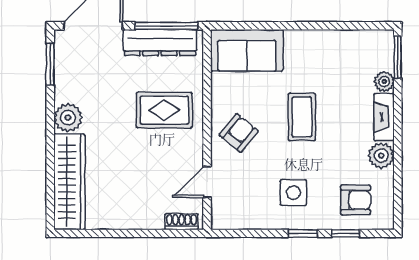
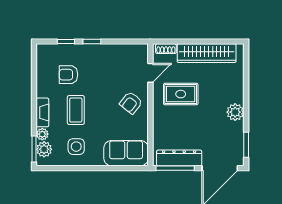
rug: (164, 110) -> (181, 94), moved
coffee table: (302, 117) -> (76, 110), moved
plant: (381, 156) -> (44, 149), moved
wardrobe: (69, 182) -> (207, 53), moved, turned -90
side table: (293, 193) -> (76, 147), moved
armchair: (356, 200) -> (69, 75), moved

